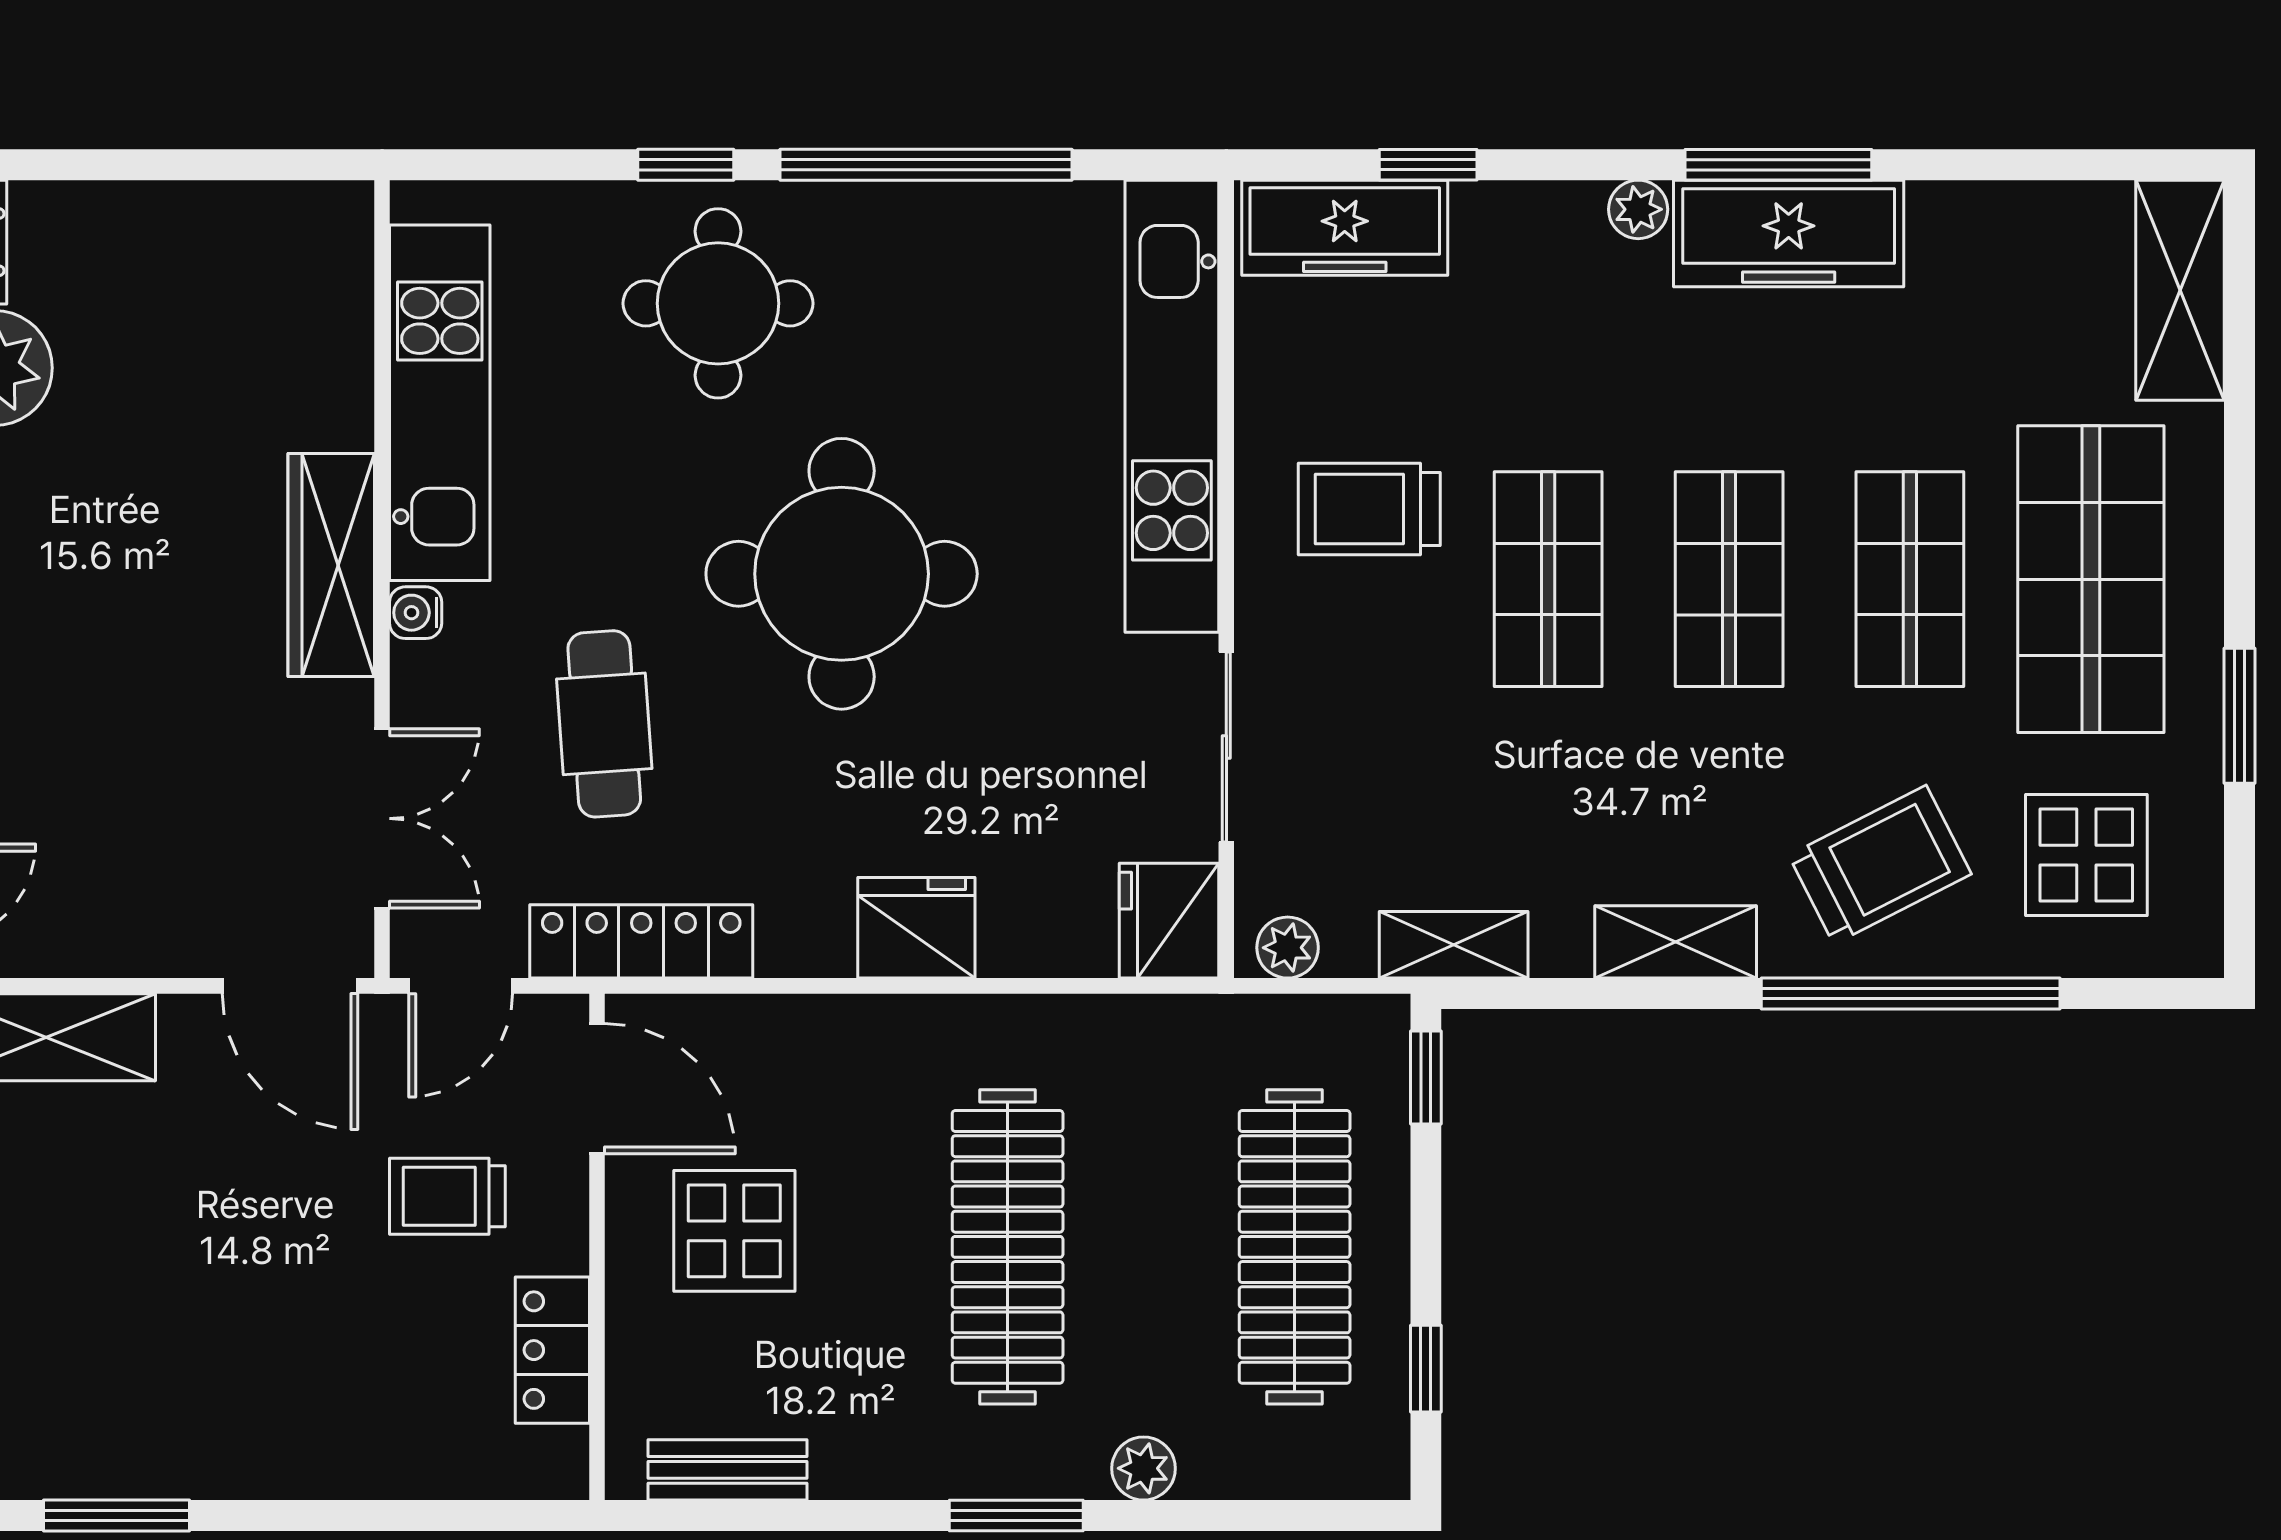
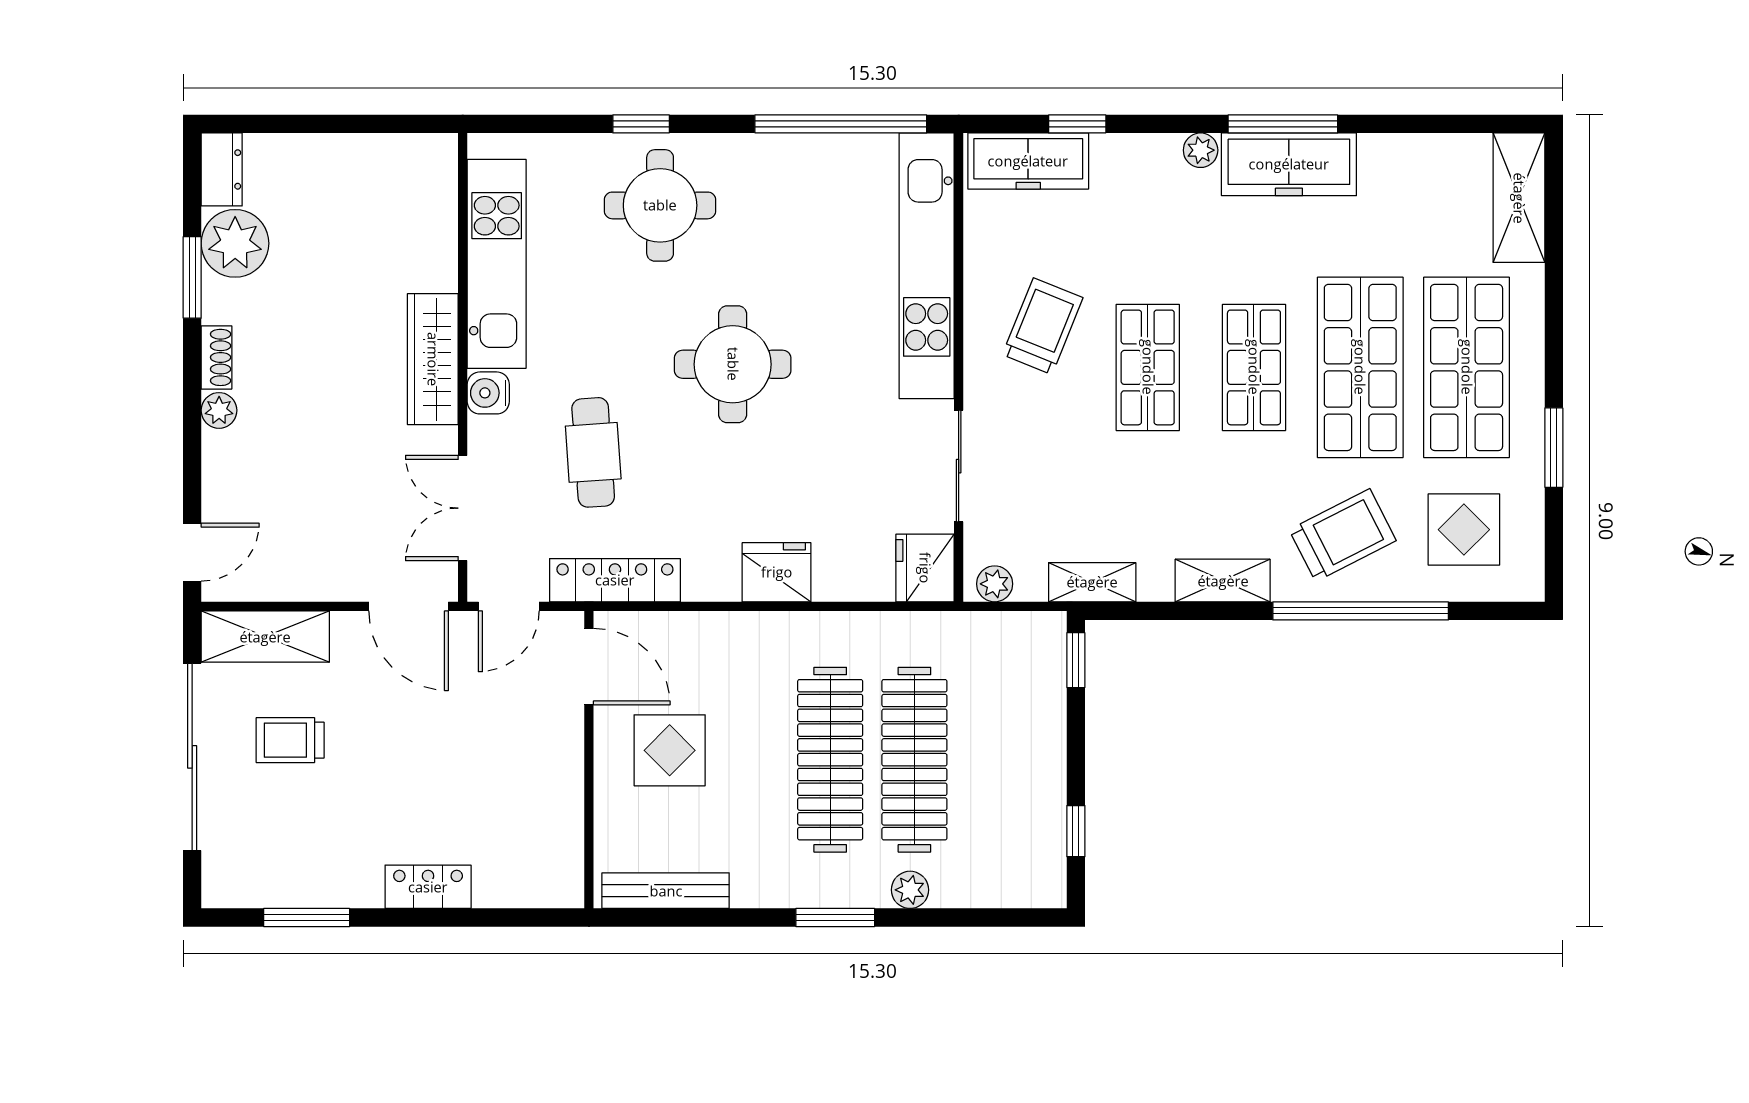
window: (926, 165) -> (841, 124), moved
trolley: (1369, 509) -> (1043, 326), turned 112
round table: (842, 574) -> (733, 364), width x0.73, depth x0.73
shop shelf: (1910, 579) -> (1360, 367), width x1.43, depth x1.36
water cooler: (416, 613) -> (488, 393), width x1.38, depth x1.38
double door: (382, 818) -> (463, 508), swing flipped
trolley: (447, 1196) -> (290, 740), moved
clothes rail: (1295, 1247) -> (914, 760), moved
locker: (552, 1350) -> (428, 887), moved, turned 90
bench: (727, 1470) -> (666, 891), width x1.36

